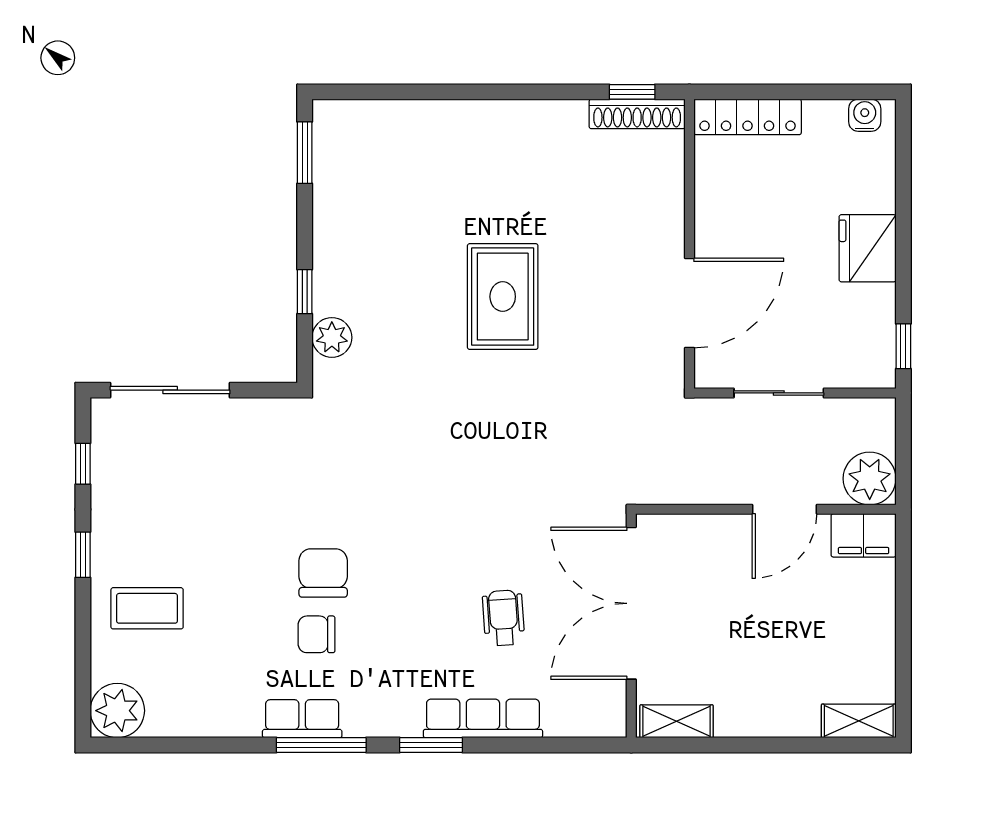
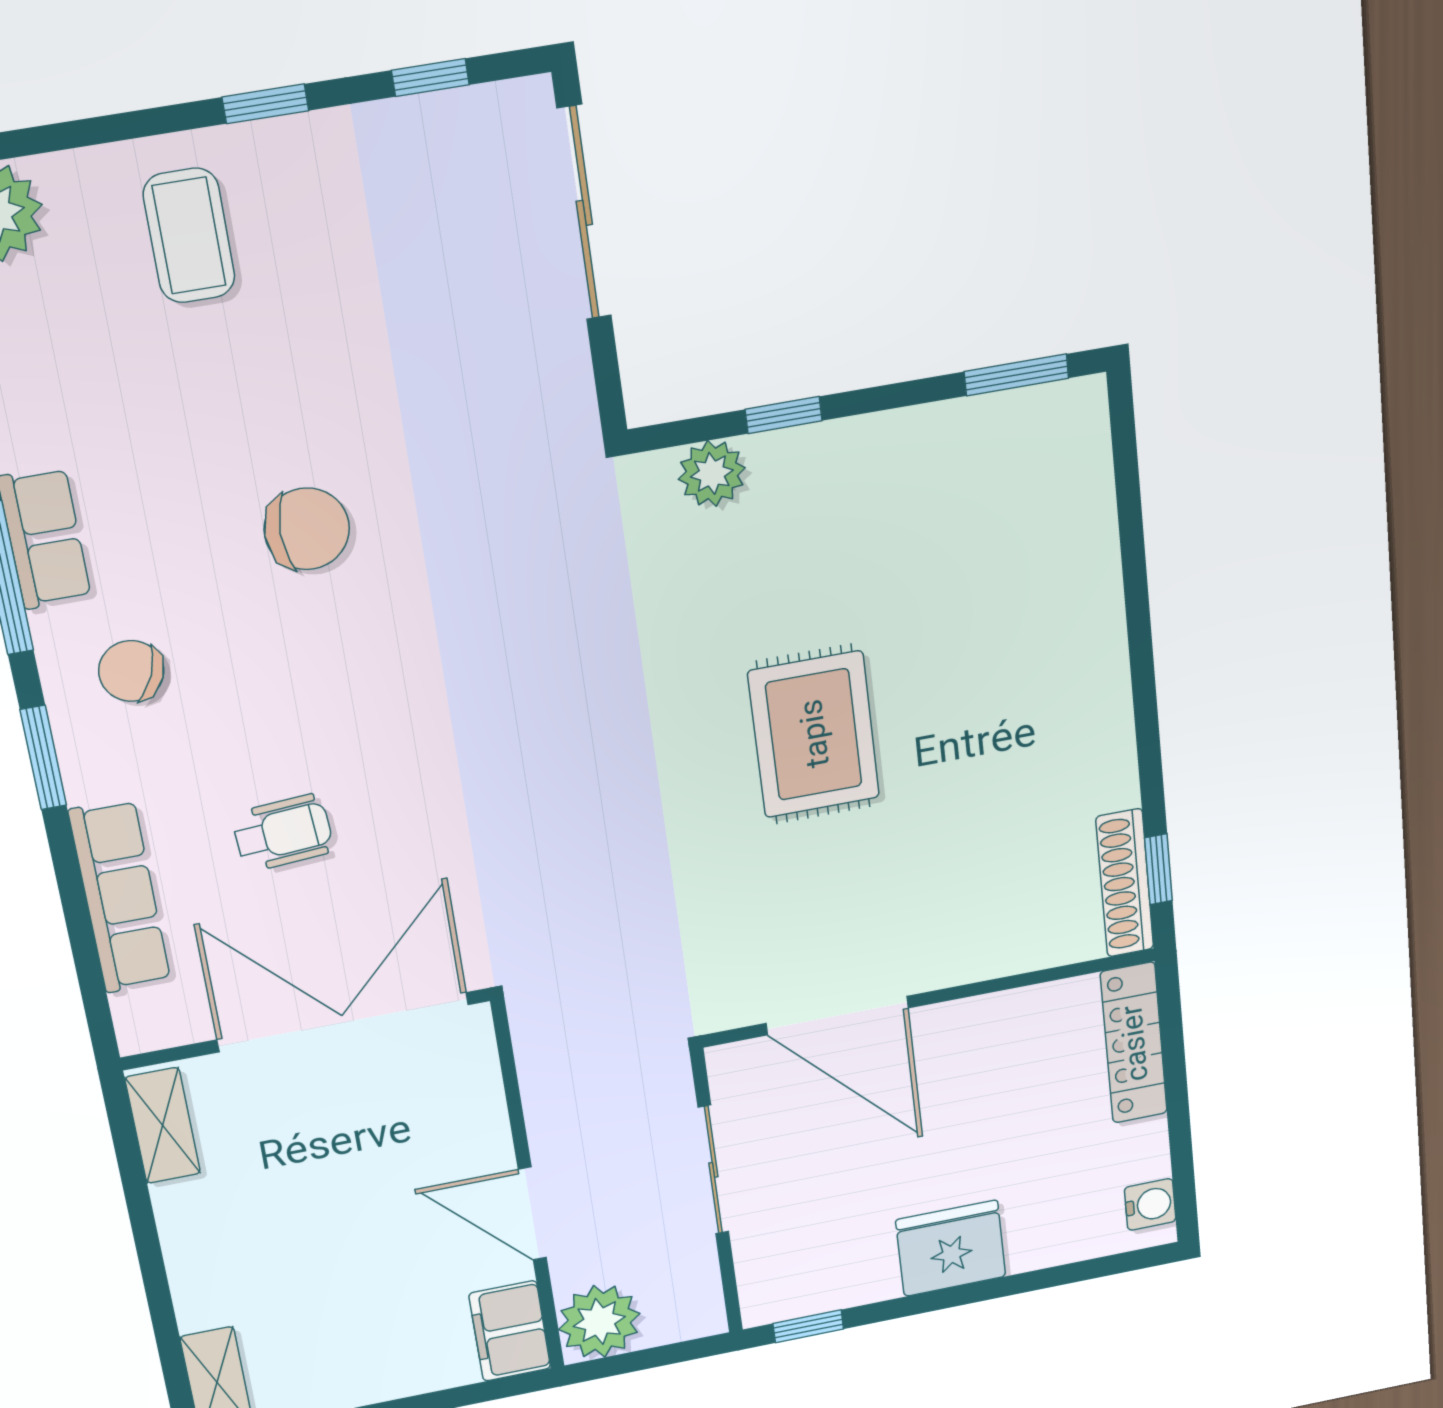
rug: (503, 297) -> (814, 734), turned 90
chair: (317, 634) -> (131, 671), moved, turned -67
row of seats: (483, 718) -> (120, 896), moved

